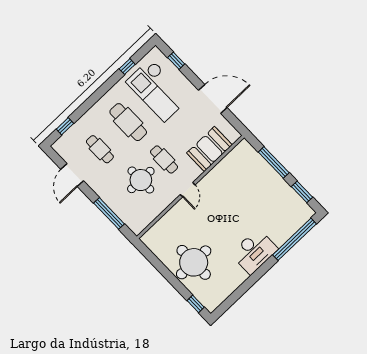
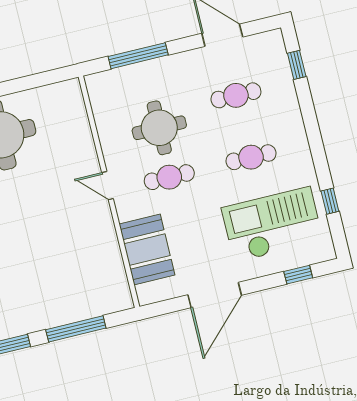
cafe table: (128, 122) -> (251, 157), width x0.73, depth x0.74

